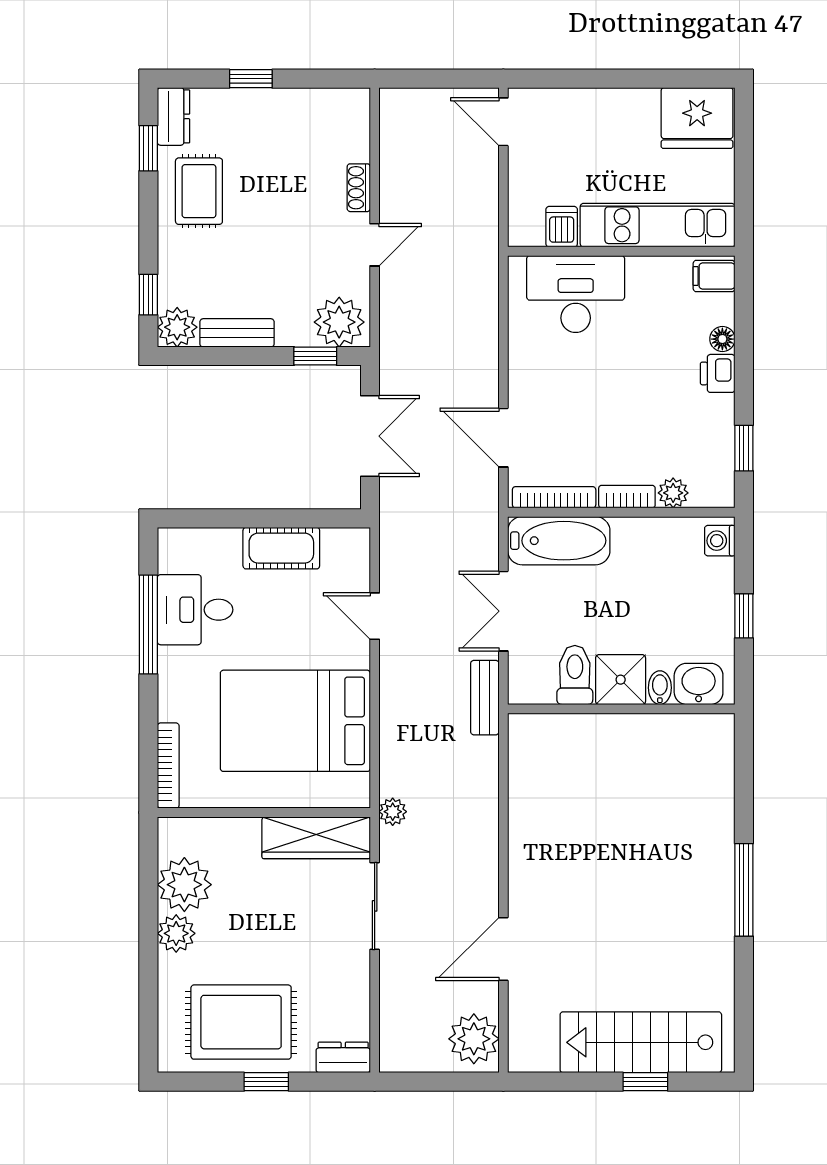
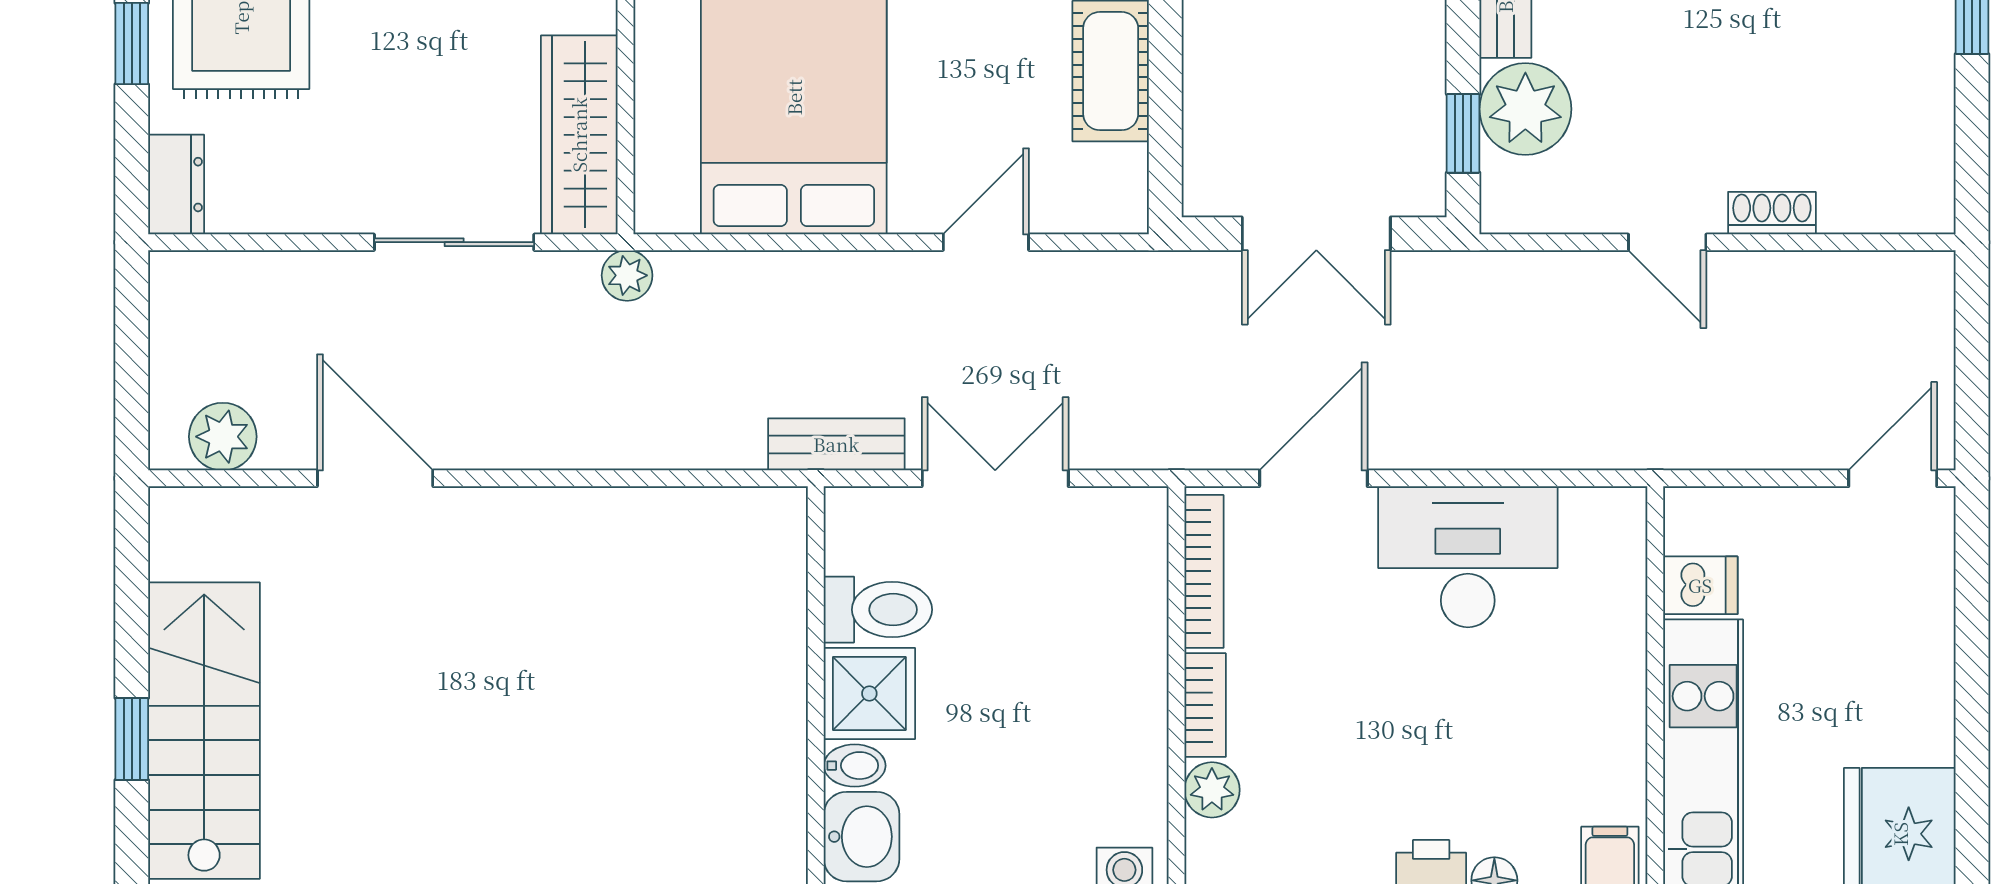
desk: (576, 294) -> (1468, 557), moved, turned -90
plant: (339, 322) -> (1525, 109), moved
bathtub: (559, 541) -> (1124, 580), removed
plant: (474, 1039) -> (223, 437), width x0.73, depth x0.73

